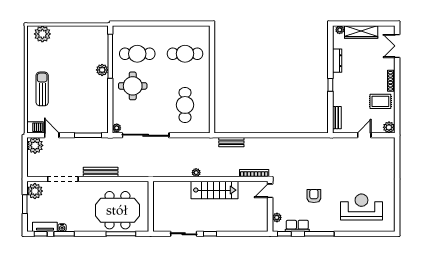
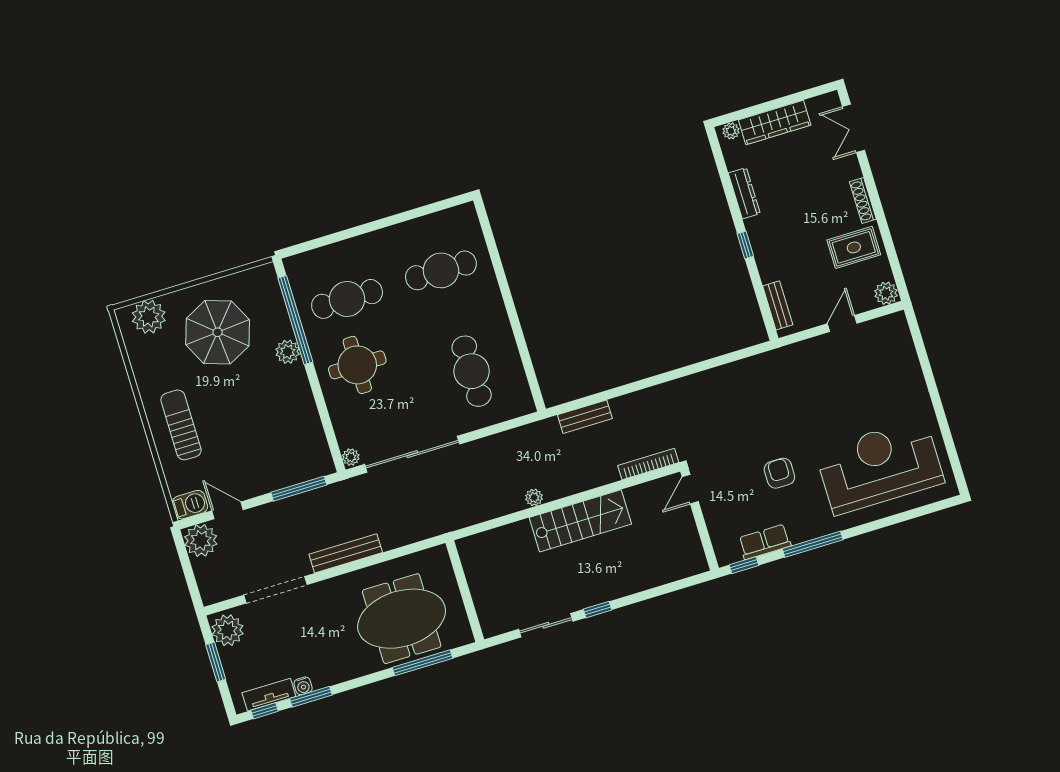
parasol: (72, 51) -> (218, 332), added
reception desk: (361, 207) -> (880, 466), width x1.36, depth x1.30
plant: (277, 217) -> (719, 538), removed

